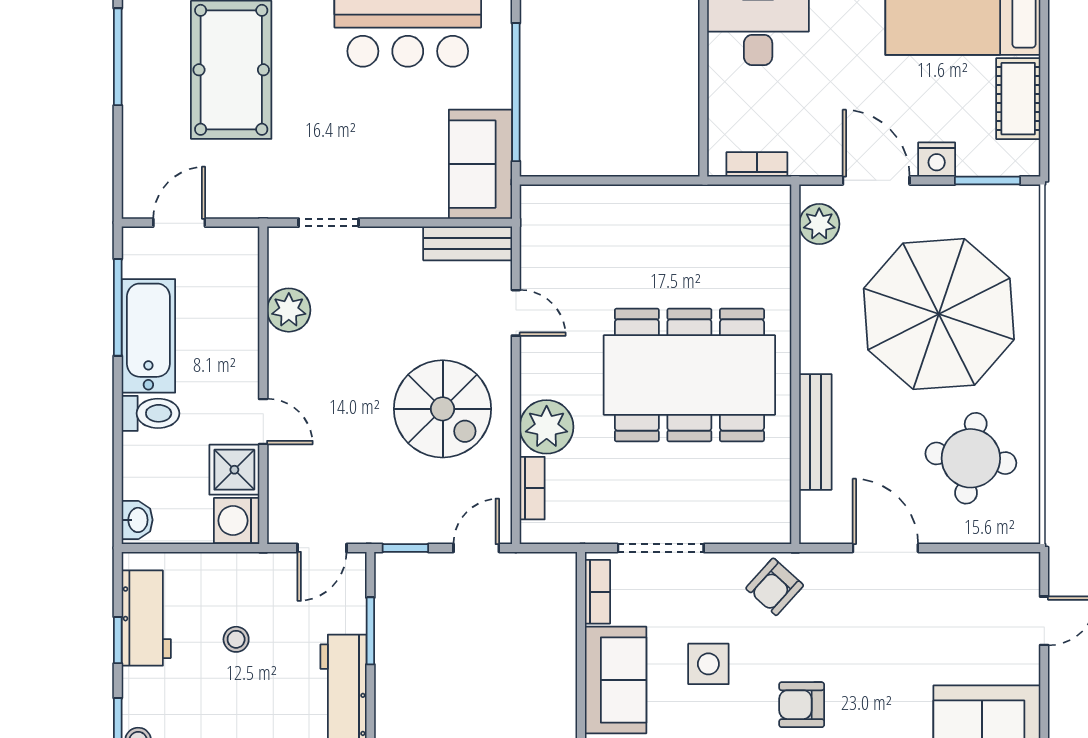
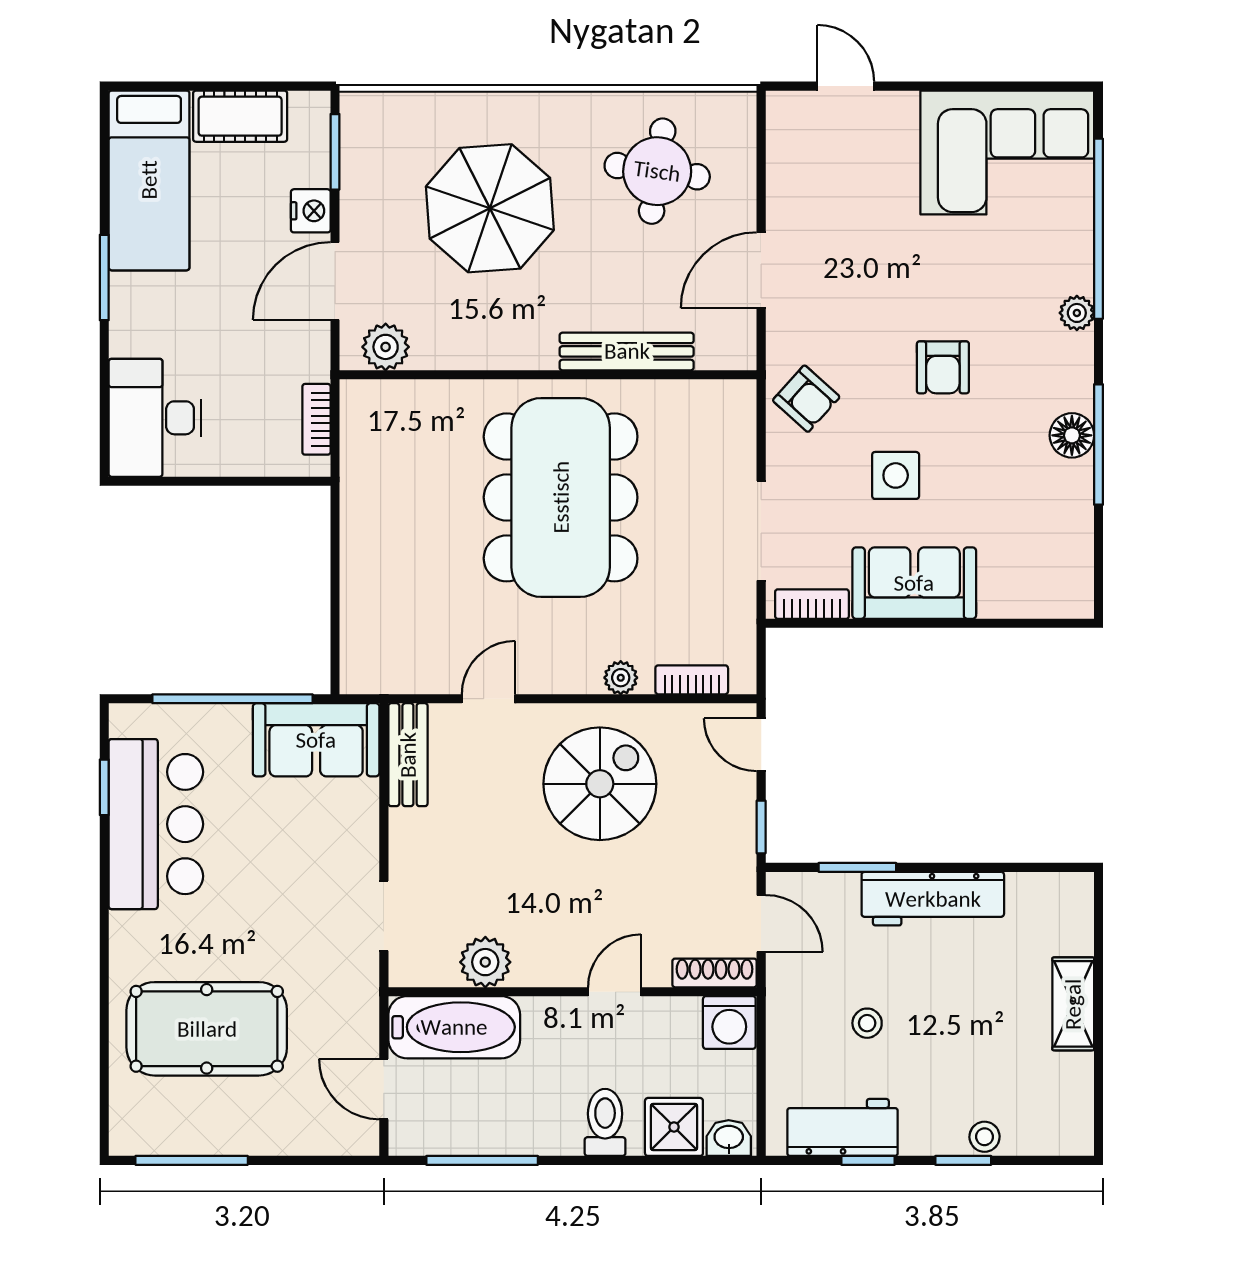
parasol: (939, 314) -> (490, 208), width x0.73, depth x0.73
bathtub: (148, 336) -> (454, 1027), moved, turned 180
plant: (547, 427) -> (621, 678), width x0.53, depth x0.53
shower: (234, 470) -> (674, 1127), moved
shoe rack: (279, 508) -> (715, 973), added

